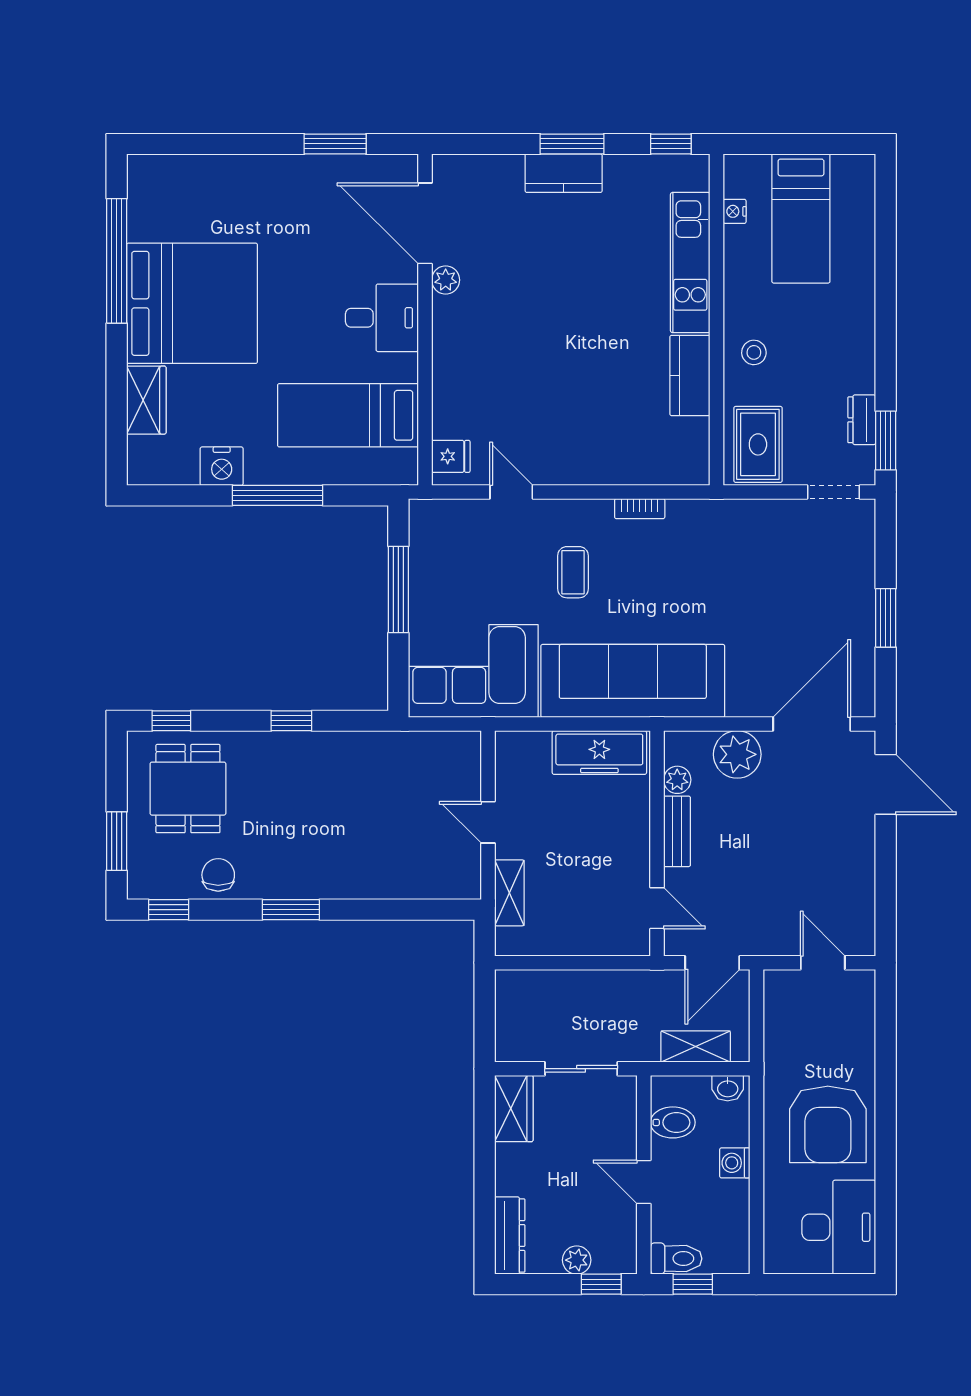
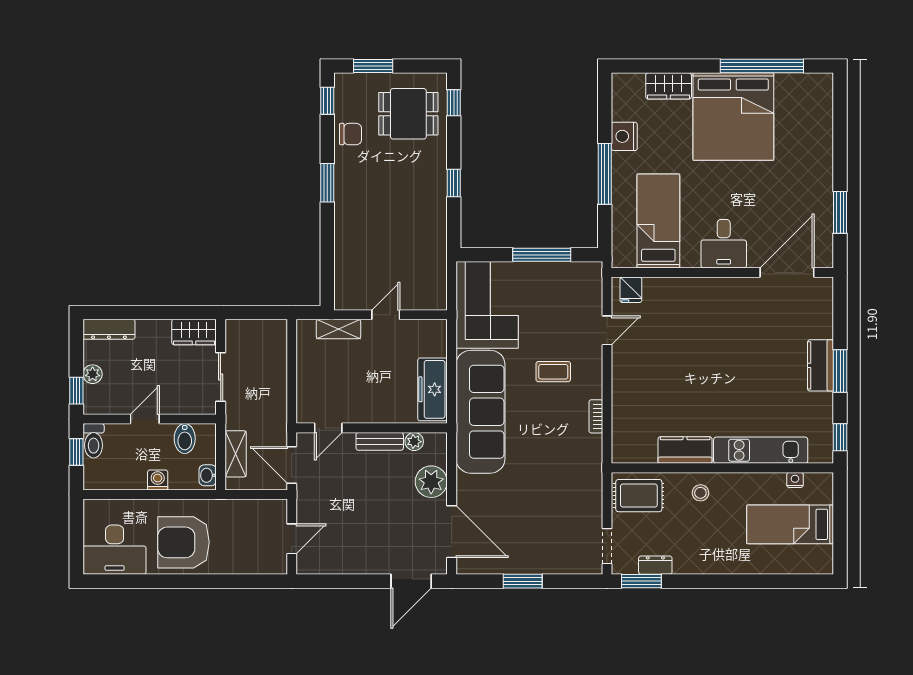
plant: (446, 280) -> (749, 286), removed

